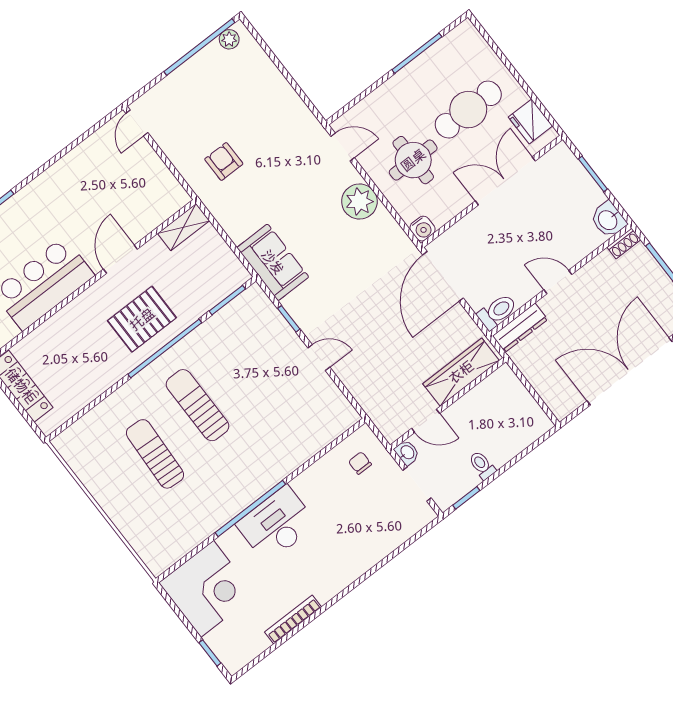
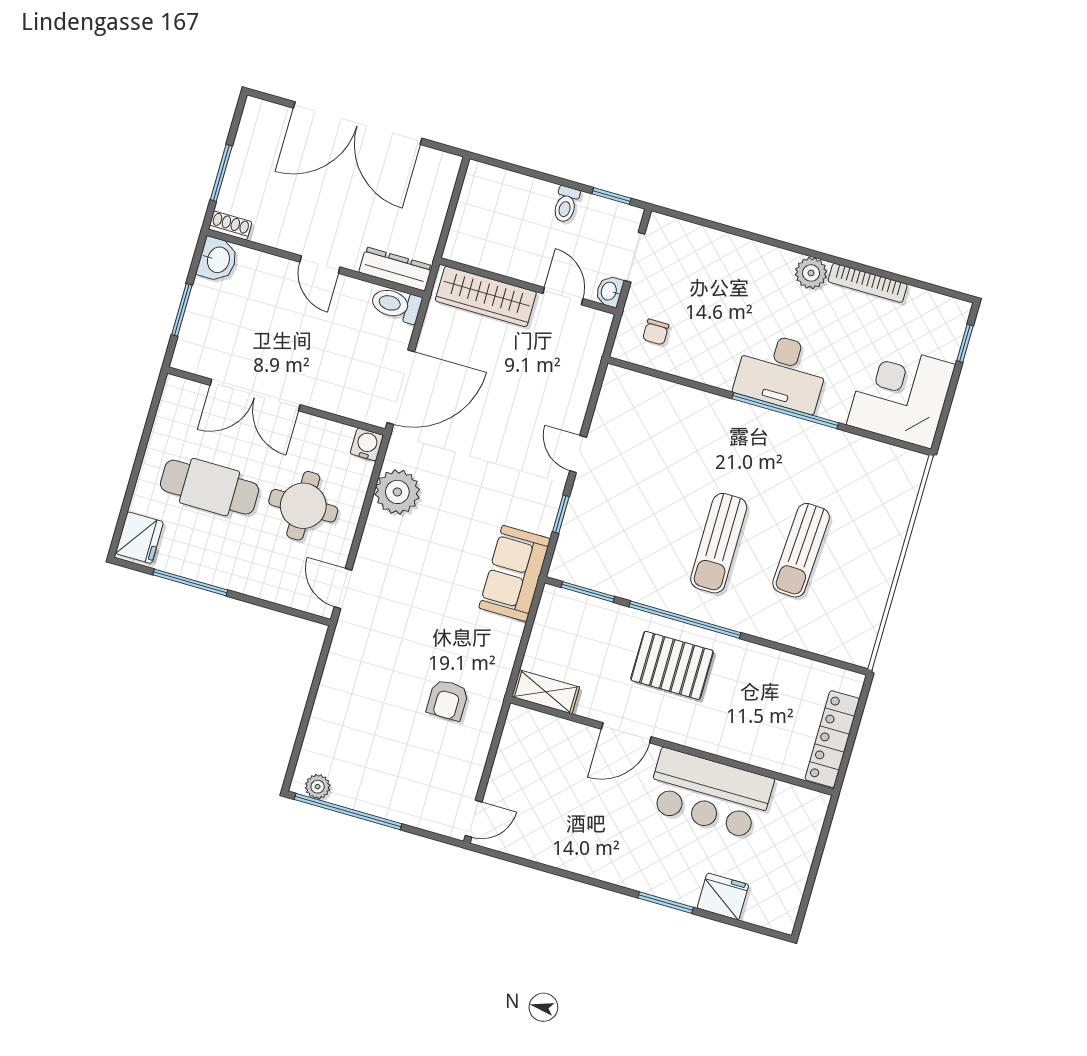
fridge: (530, 122) -> (139, 538), moved
plant: (359, 202) -> (397, 492), moved
plant: (325, 588) -> (811, 273), added

